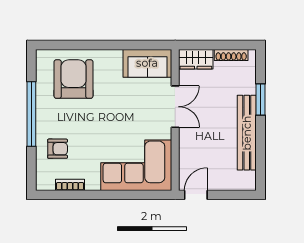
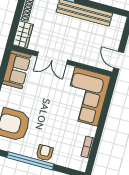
double door: (175, 107) -> (52, 58), swing flipped
armchair: (58, 149) -> (45, 153), moved

